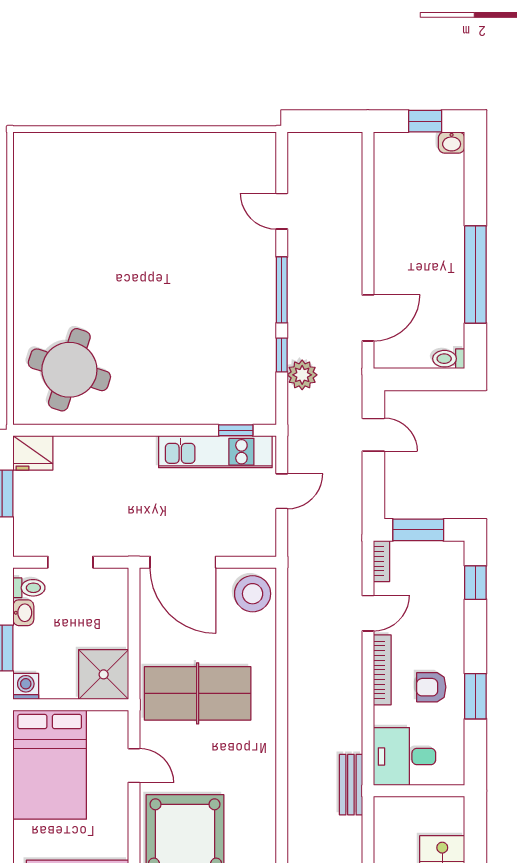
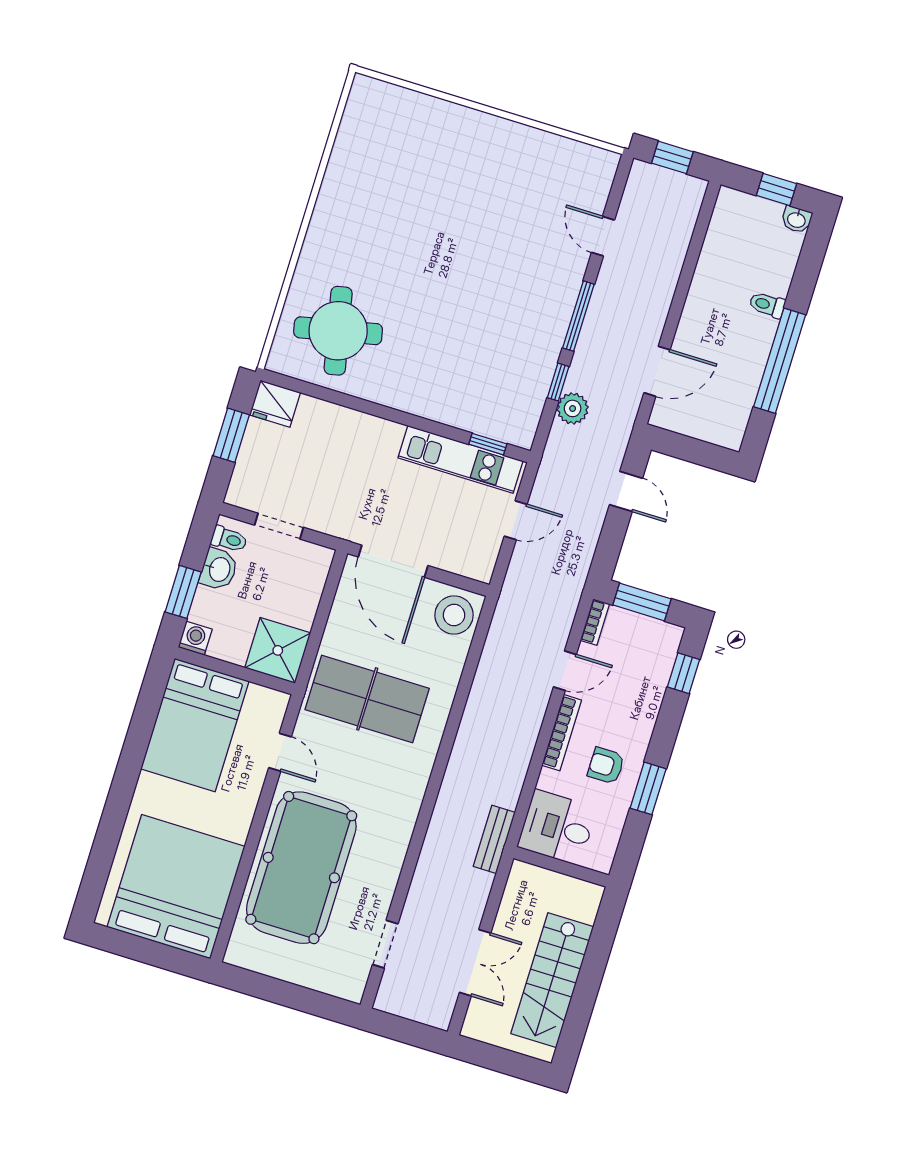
window: (322, 121) -> (672, 157), added
toilet: (449, 359) -> (767, 305), moved
round table: (69, 370) -> (338, 331), turned -30
washbasin: (23, 613) -> (219, 569), width x1.38, depth x1.45

